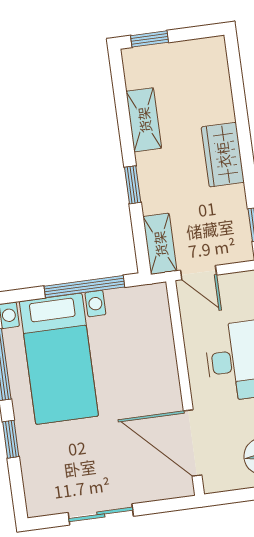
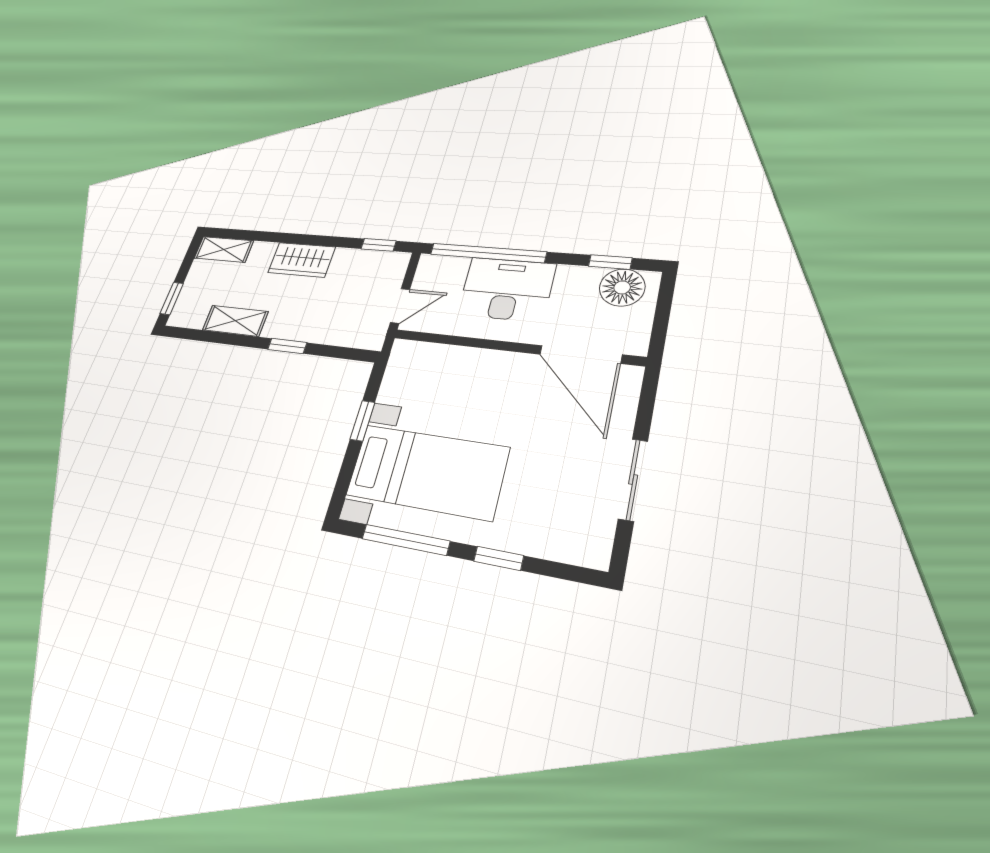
shelving: (160, 244) -> (224, 249), moved
window: (84, 287) -> (362, 421), width x0.46
door: (193, 443) -> (581, 354), hinge flipped

